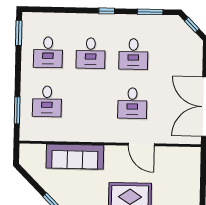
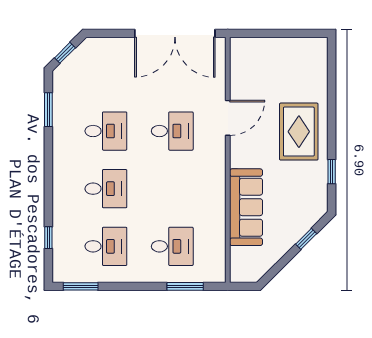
window: (107, 11) -> (48, 238), moved

